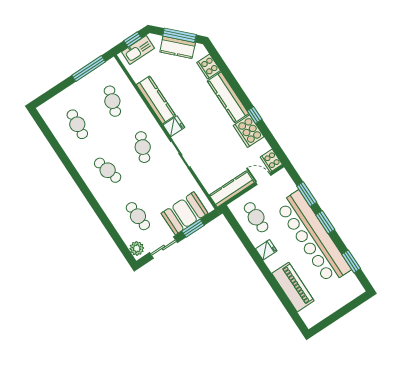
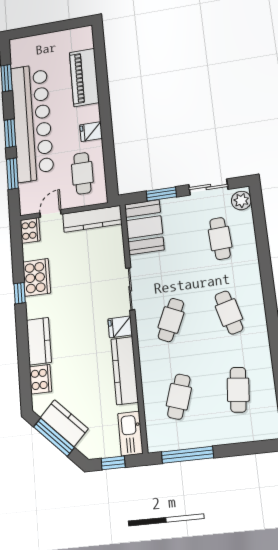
kitchen sink: (138, 50) -> (130, 434), moved, turned -90
kitchen counter: (228, 97) -> (39, 341), width x0.67
door: (263, 179) -> (50, 213), swing flipped
booth: (185, 213) -> (144, 227), moved, turned 90

